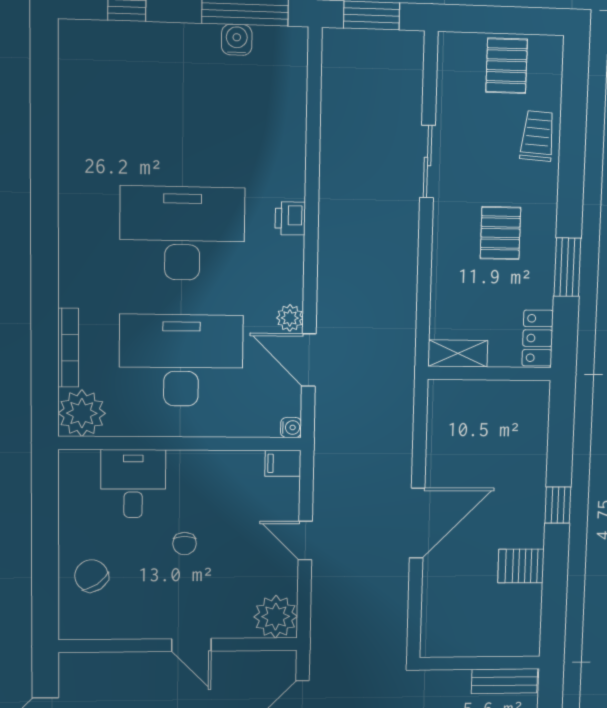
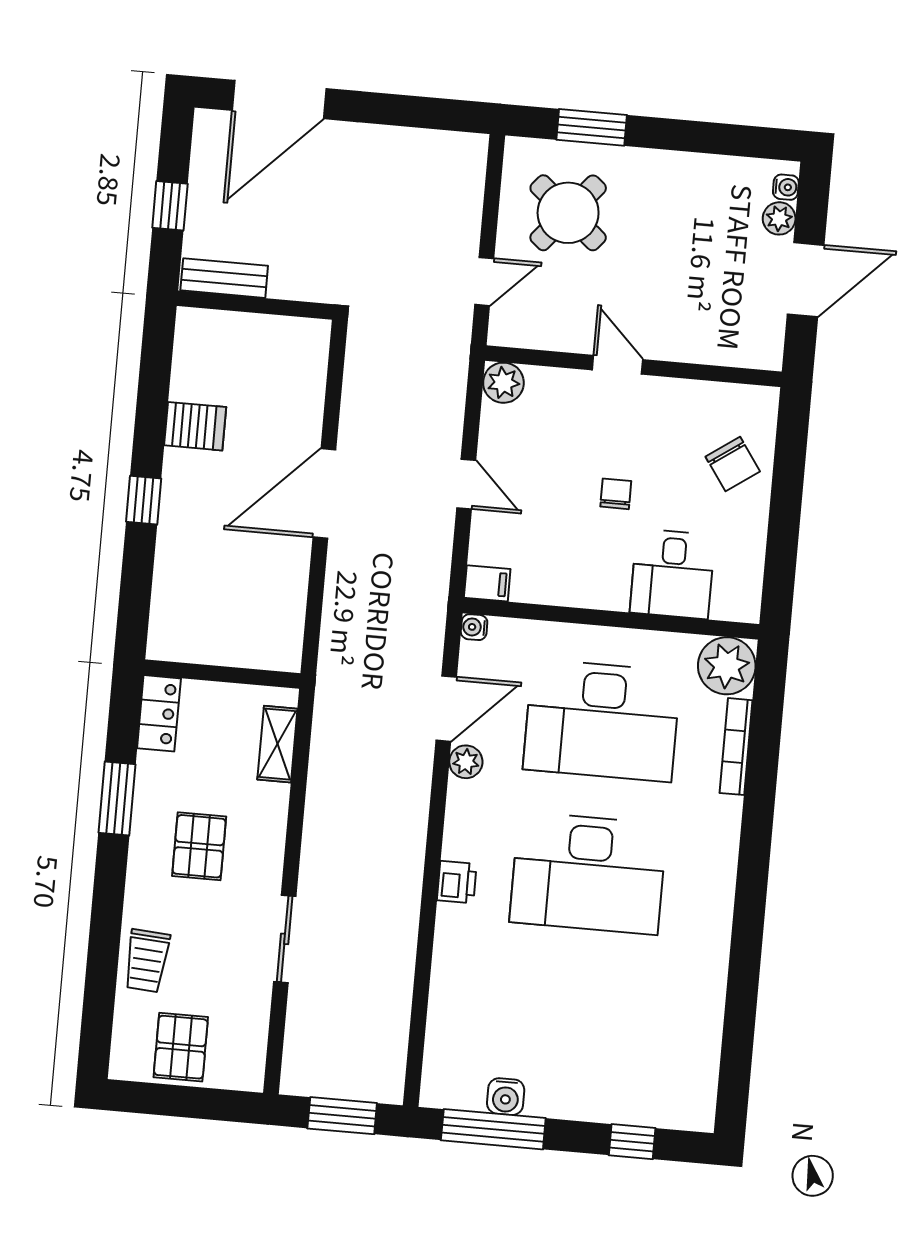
shelving: (458, 353) -> (277, 744), moved, turned 90
door: (309, 360) -> (446, 709), hinge flipped
plant: (276, 617) -> (503, 383), width x0.73, depth x0.73

